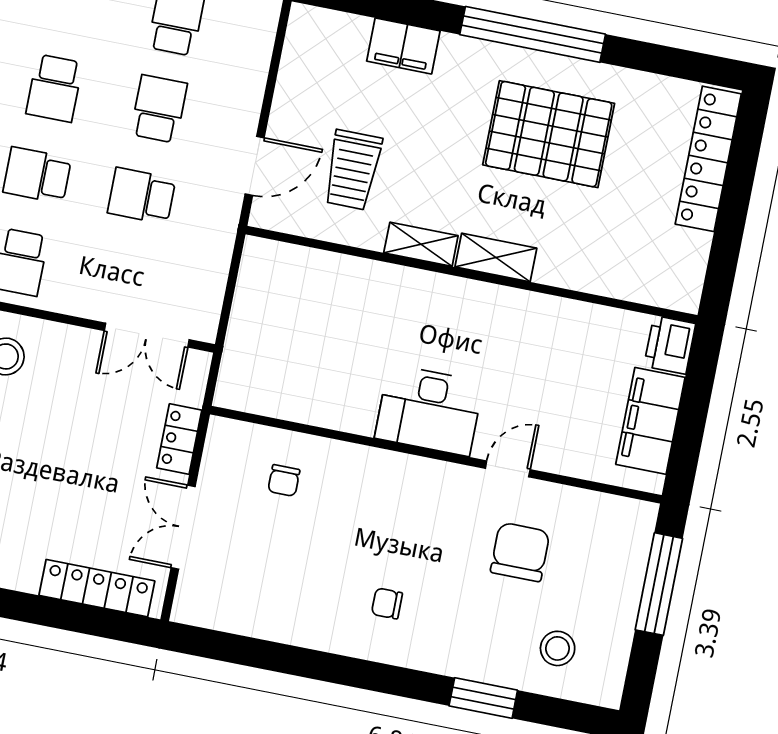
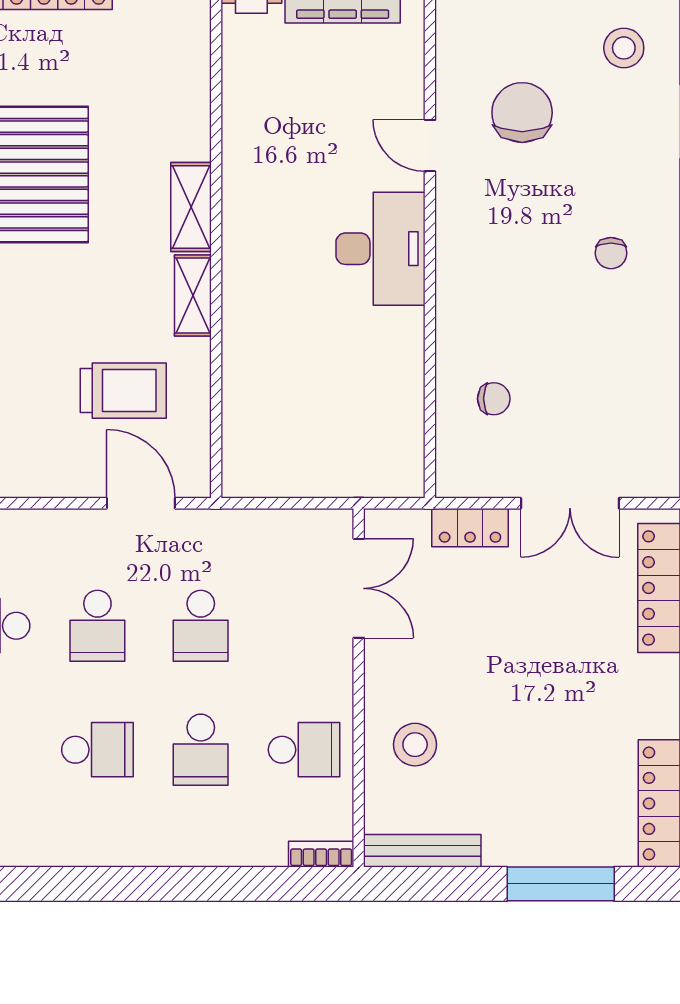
school desk: (159, 109) -> (97, 626), turned -90
chair: (520, 552) -> (522, 113), turned 90

